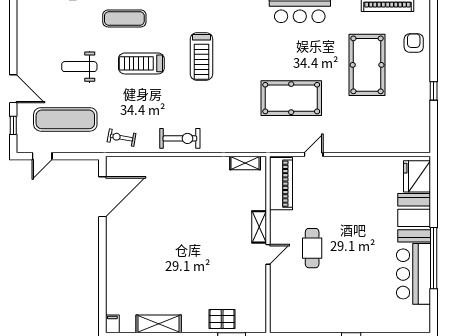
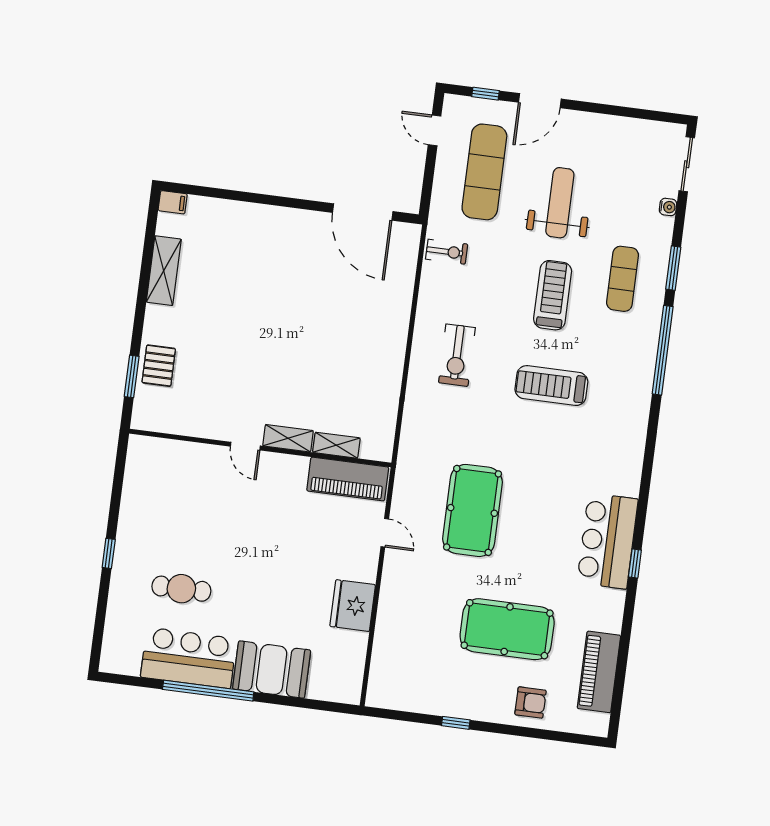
weight bench: (79, 67) -> (560, 203), width x1.36, depth x1.33
exercise bike: (122, 138) -> (447, 252), turned 80
exercise bike: (180, 138) -> (457, 355), moved
shelving: (245, 163) -> (336, 445), moved, turned 90
fridge: (417, 176) -> (353, 606), moved, turned -90
cafe table: (312, 248) -> (181, 589), moved

